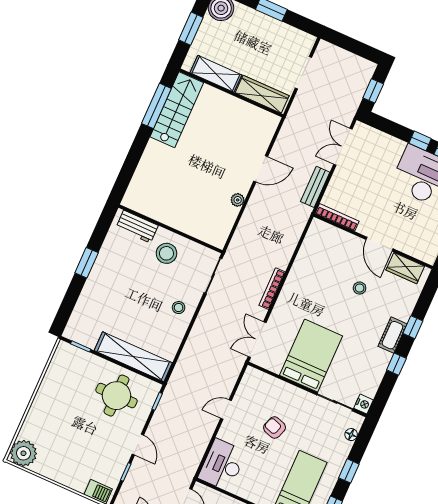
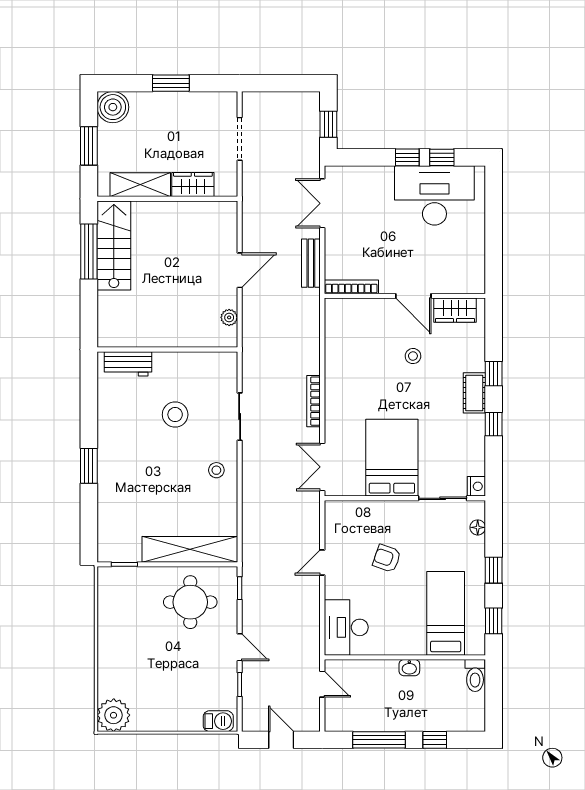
wardrobe: (262, 94) -> (193, 185), width x0.67
workbench: (137, 227) -> (128, 364), moved
wall: (170, 229) -> (167, 350), moved

